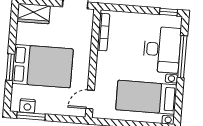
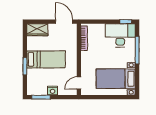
desk: (162, 50) -> (120, 35), moved, turned -90
bed: (43, 66) -> (46, 59), width x0.67
nightstand: (27, 106) -> (53, 91), moved

